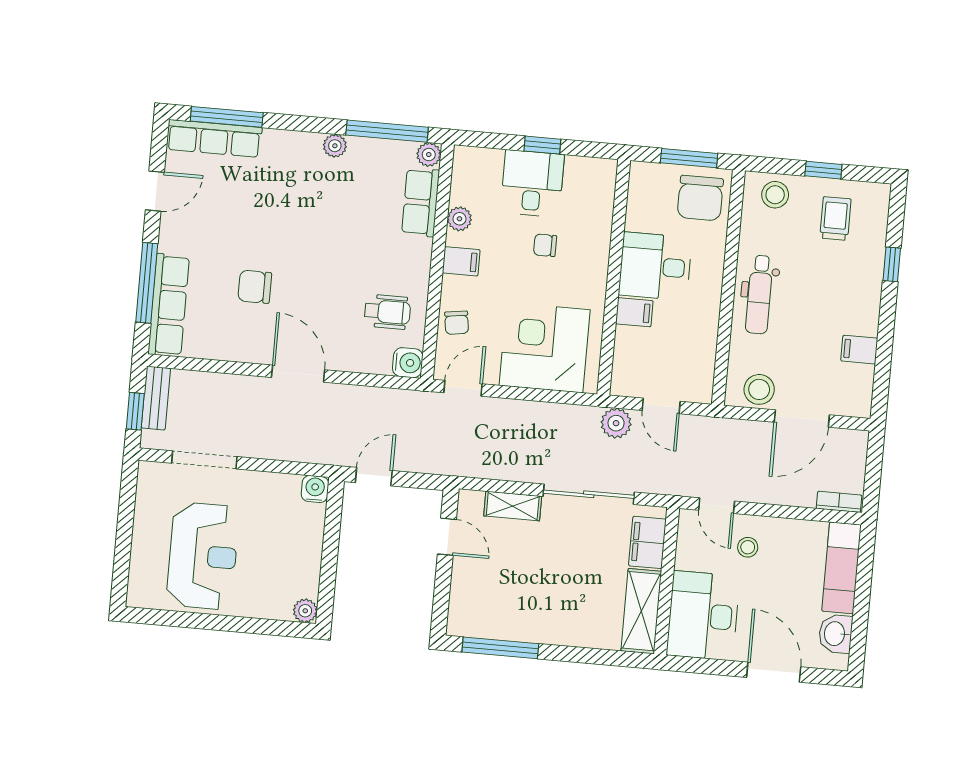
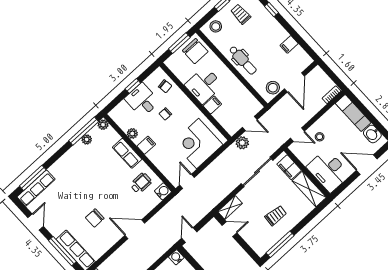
plant: (335, 146) -> (87, 139), moved
row of seats: (421, 202) -> (127, 153), moved
chair: (457, 323) -> (165, 86), moved
shelving: (513, 506) -> (230, 207), moved
trolley: (543, 595) -> (276, 216), added

